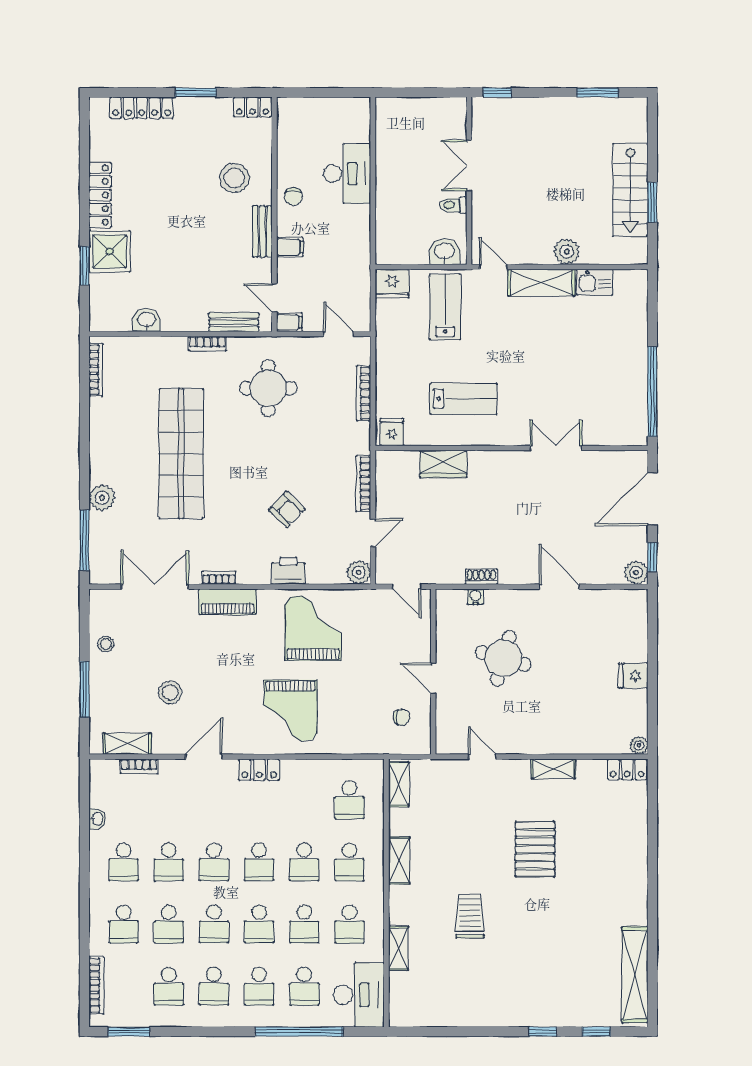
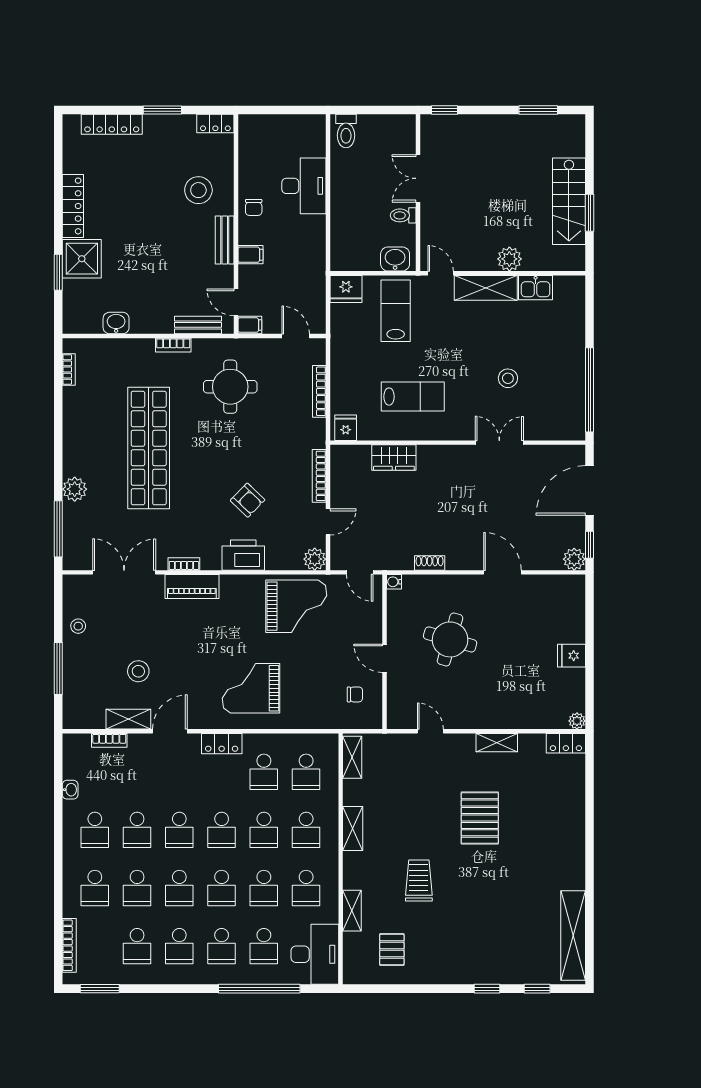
toilet: (392, 115) -> (346, 131), added
bookcase: (96, 370) -> (69, 369), width x0.64
stool: (565, 379) -> (508, 378), added
printer: (288, 571) -> (243, 555), width x1.37, depth x1.19
water cooler: (475, 597) -> (394, 582), moved, turned -90
grand piano: (313, 628) -> (296, 606), moved, turned 90
grand piano: (291, 711) -> (251, 688), turned 90
shelving: (127, 744) -> (128, 719), moved
school desk: (304, 800) -> (264, 772), added
pallet: (441, 990) -> (392, 950), added

